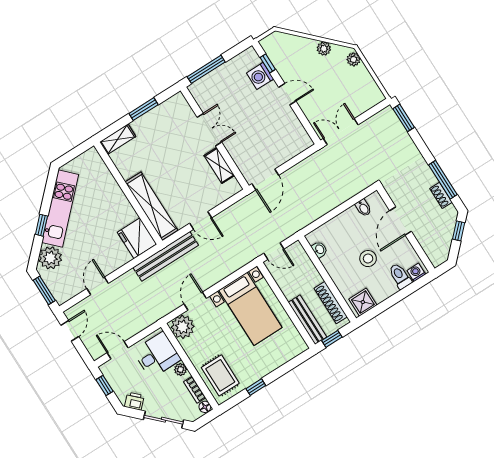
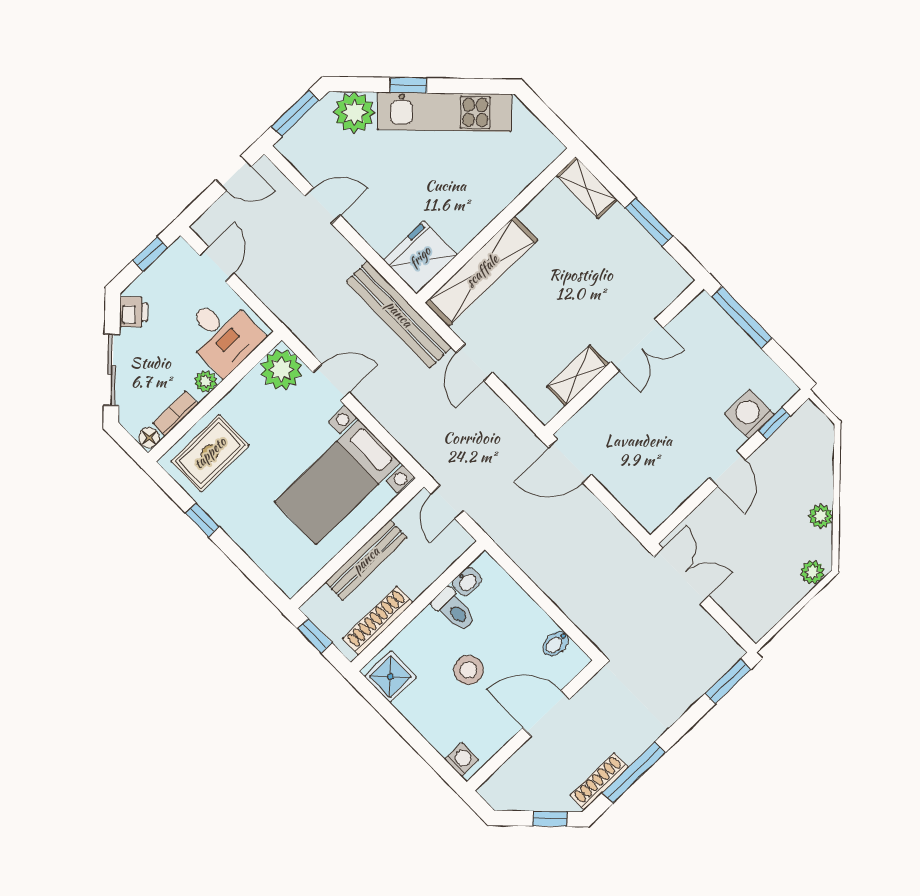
shoe rack: (441, 195) -> (599, 781), width x1.43
toilet: (400, 276) -> (454, 610), moved, turned 90
bench: (307, 320) -> (366, 560), moved

